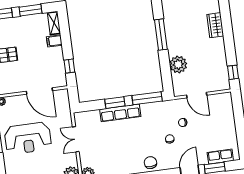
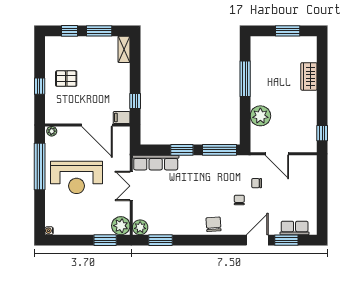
filing cabinet: (54, 41) -> (122, 117), moved
row of seats: (120, 113) -> (156, 163), moved

